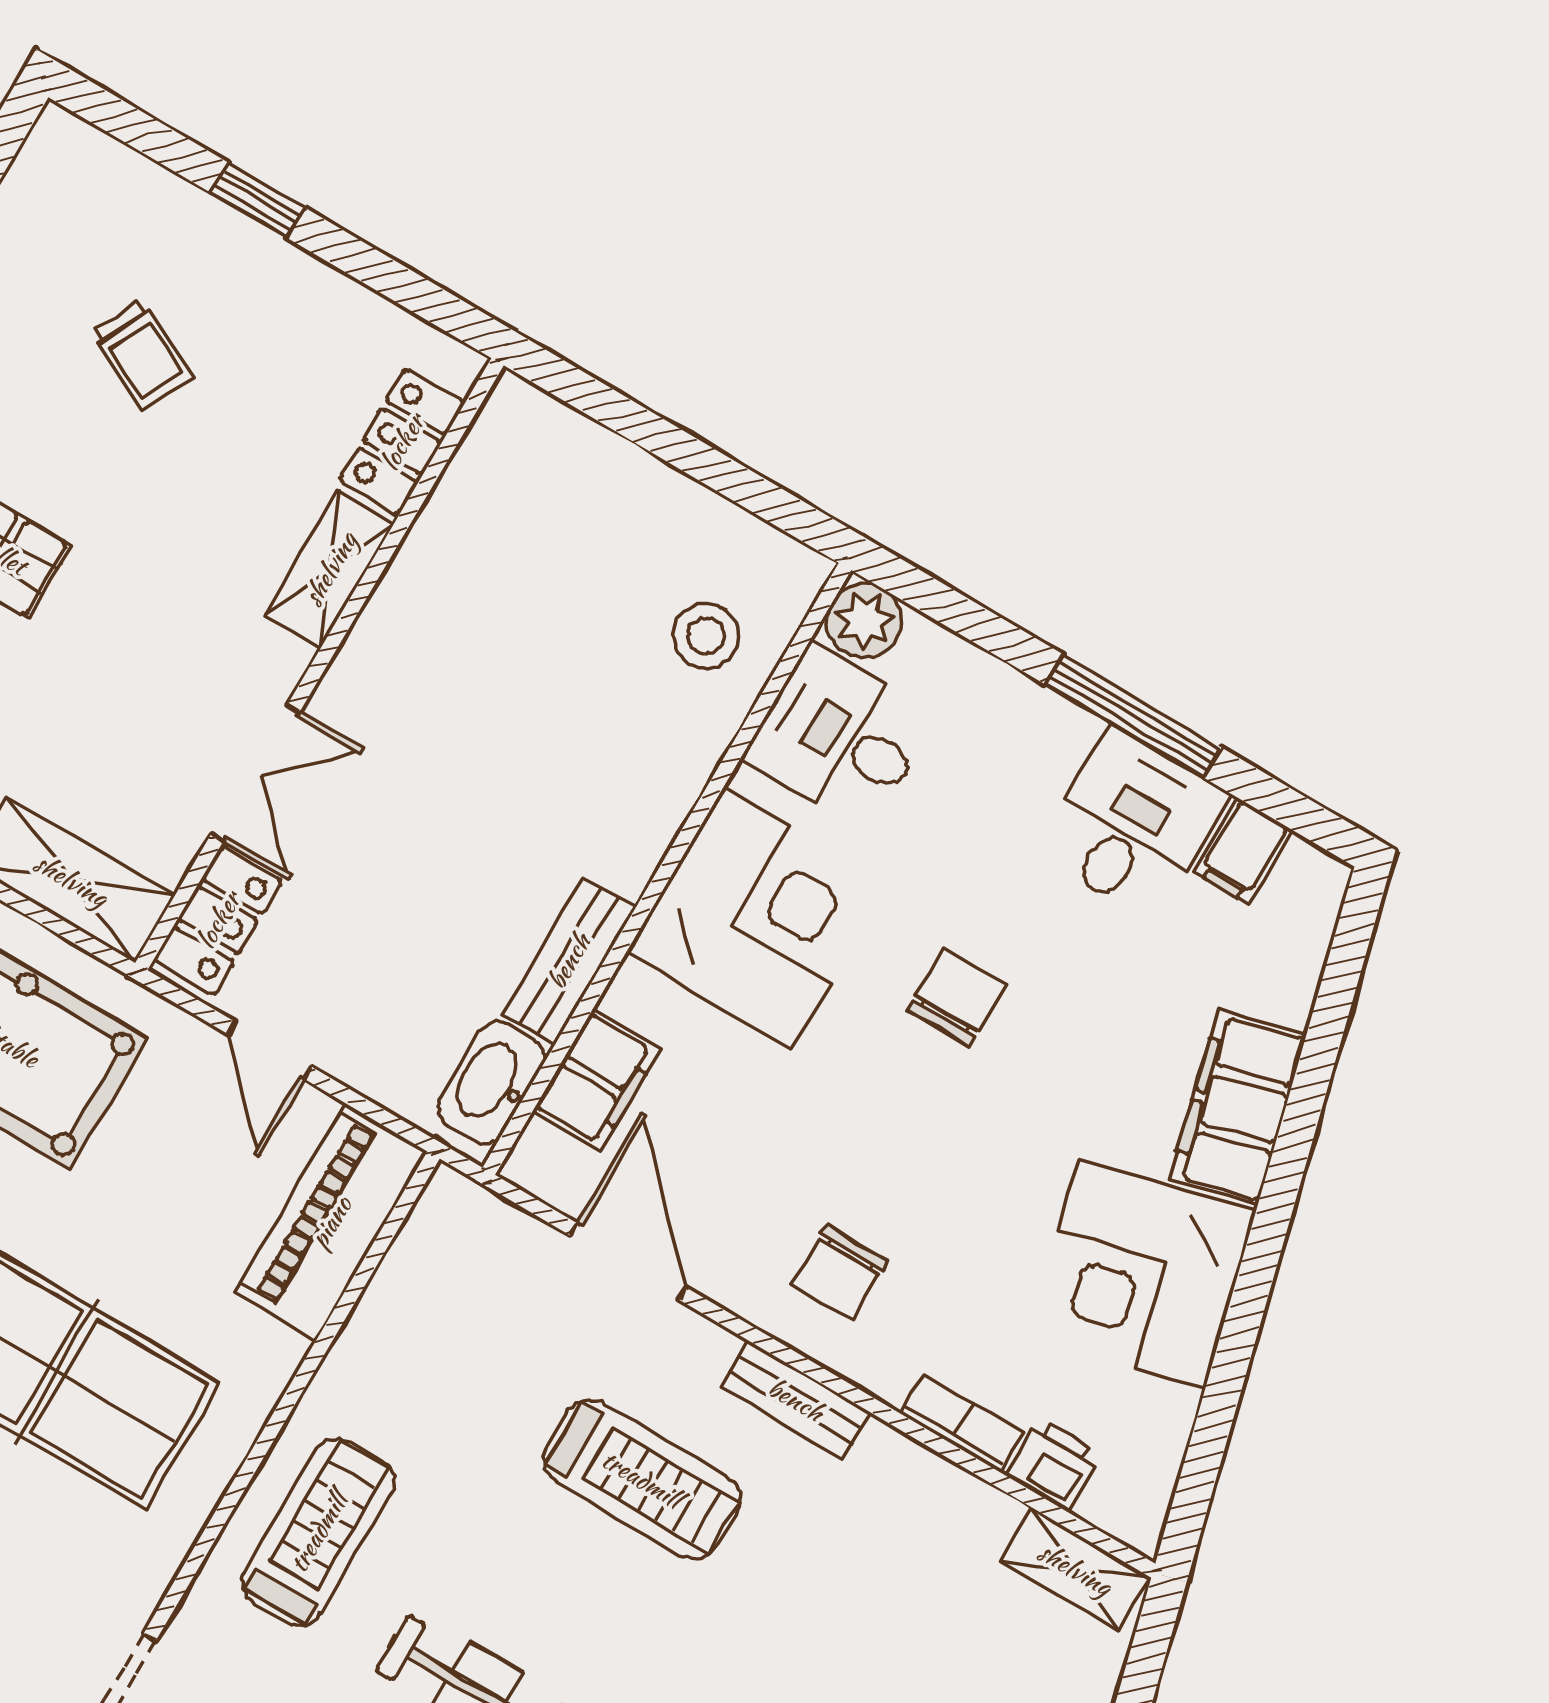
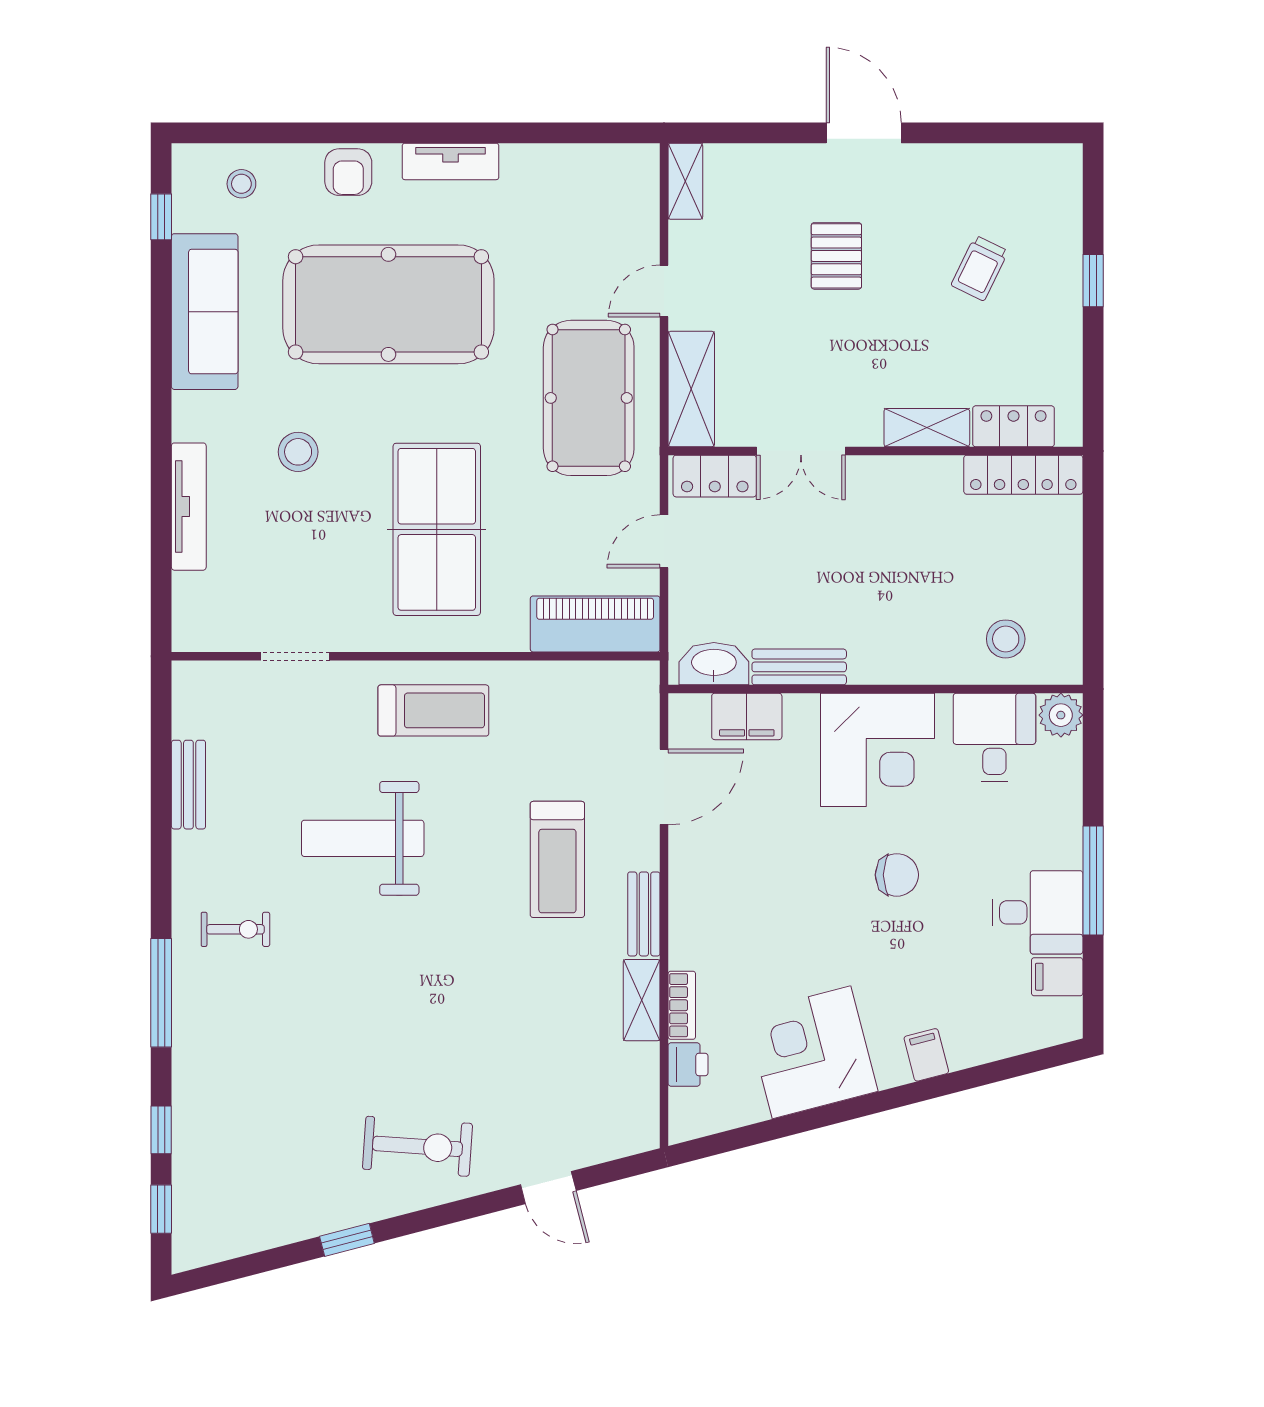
locker: (481, 469) -> (1023, 475), added
filing cabinet: (1238, 1107) -> (926, 1055), width x0.33, depth x0.86
chair: (840, 1273) -> (722, 898), removed
shelving: (1075, 1569) -> (642, 1000), moved

